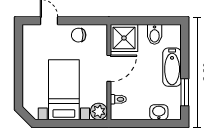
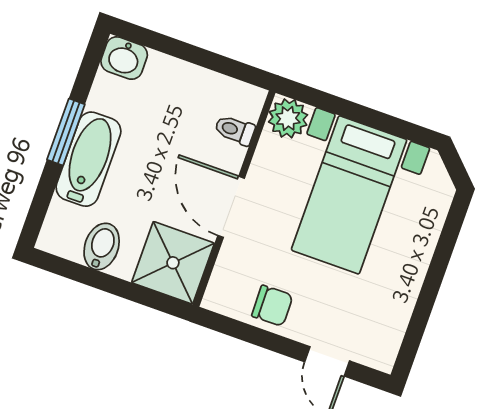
door: (109, 68) -> (231, 207), hinge flipped
window: (185, 92) -> (66, 132), moved
washbasin: (159, 112) -> (124, 58), moved

